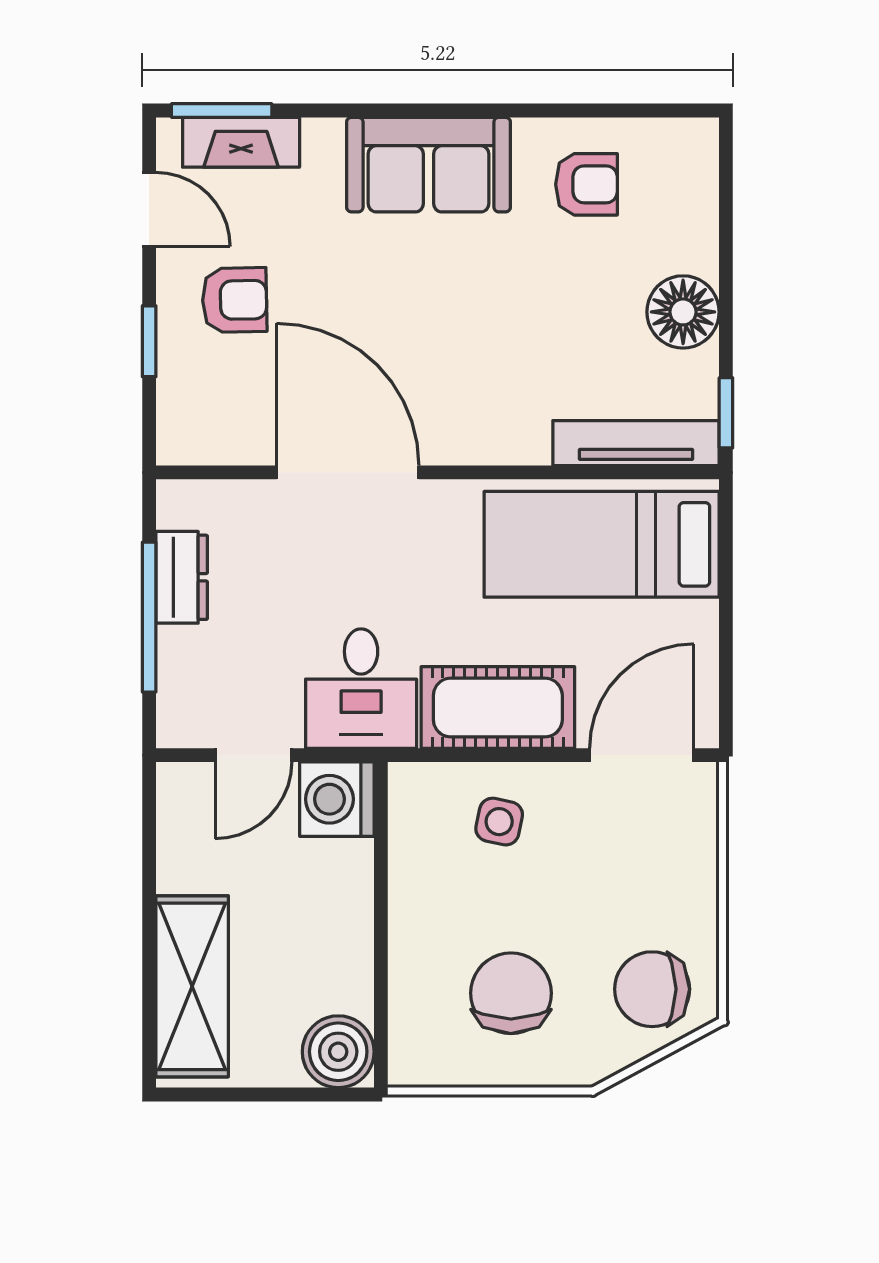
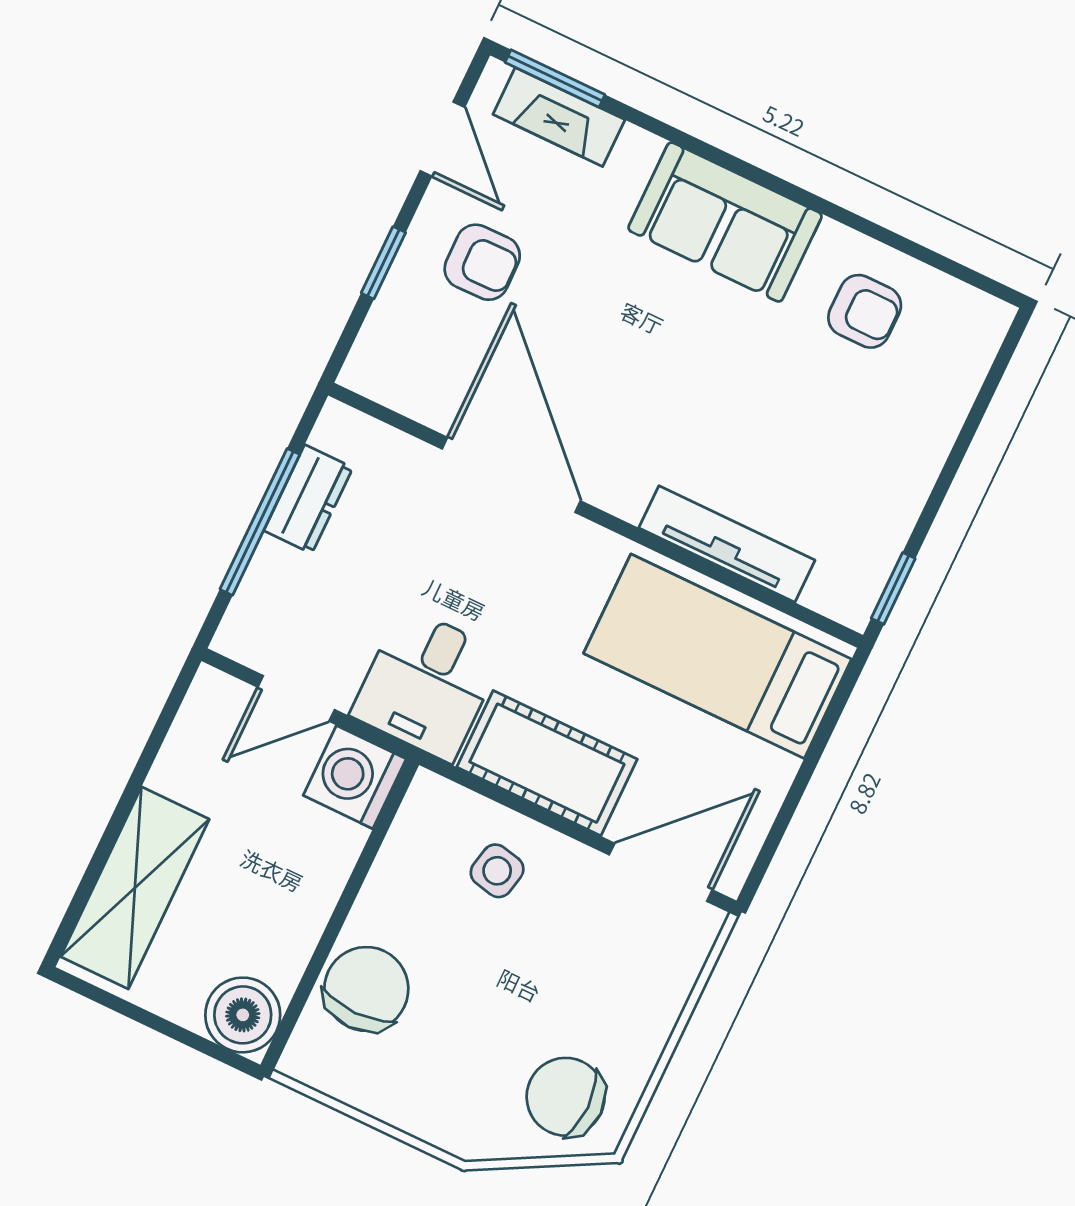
floor lamp: (683, 312) -> (898, 474), removed
tv unit: (636, 443) -> (727, 544), moved
chair: (511, 993) -> (366, 989), moved

